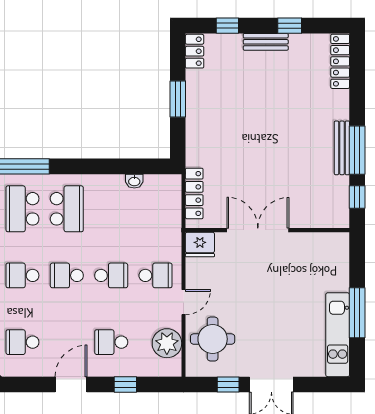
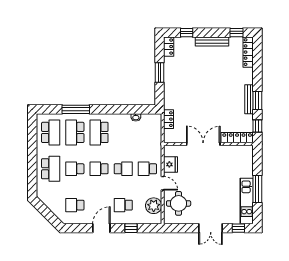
window: (290, 26) -> (237, 33), moved
bench: (266, 42) -> (212, 41), width x1.36
window: (357, 150) -> (257, 100), width x0.69
locker: (194, 193) -> (169, 119), width x0.66
school desk: (67, 209) -> (99, 132), turned 180
locker: (320, 218) -> (237, 138), added
fridge: (200, 244) -> (171, 164), moved, turned -90
school desk: (156, 275) -> (147, 169), turned 180
door: (184, 302) -> (163, 183), hinge flipped
window: (228, 384) -> (238, 228), moved

